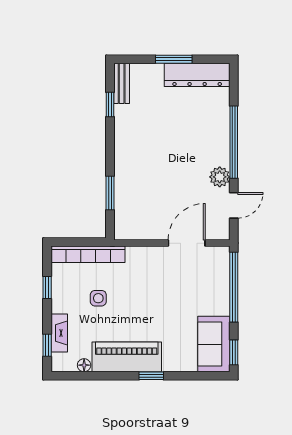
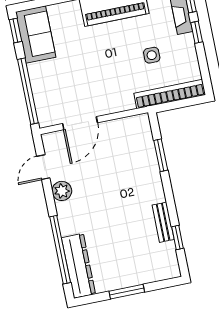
dresser: (197, 75) -> (78, 266), moved, turned 90
bench: (122, 83) -> (163, 222), moved
window: (234, 142) -> (60, 250), moved
window: (47, 288) -> (197, 32), moved

